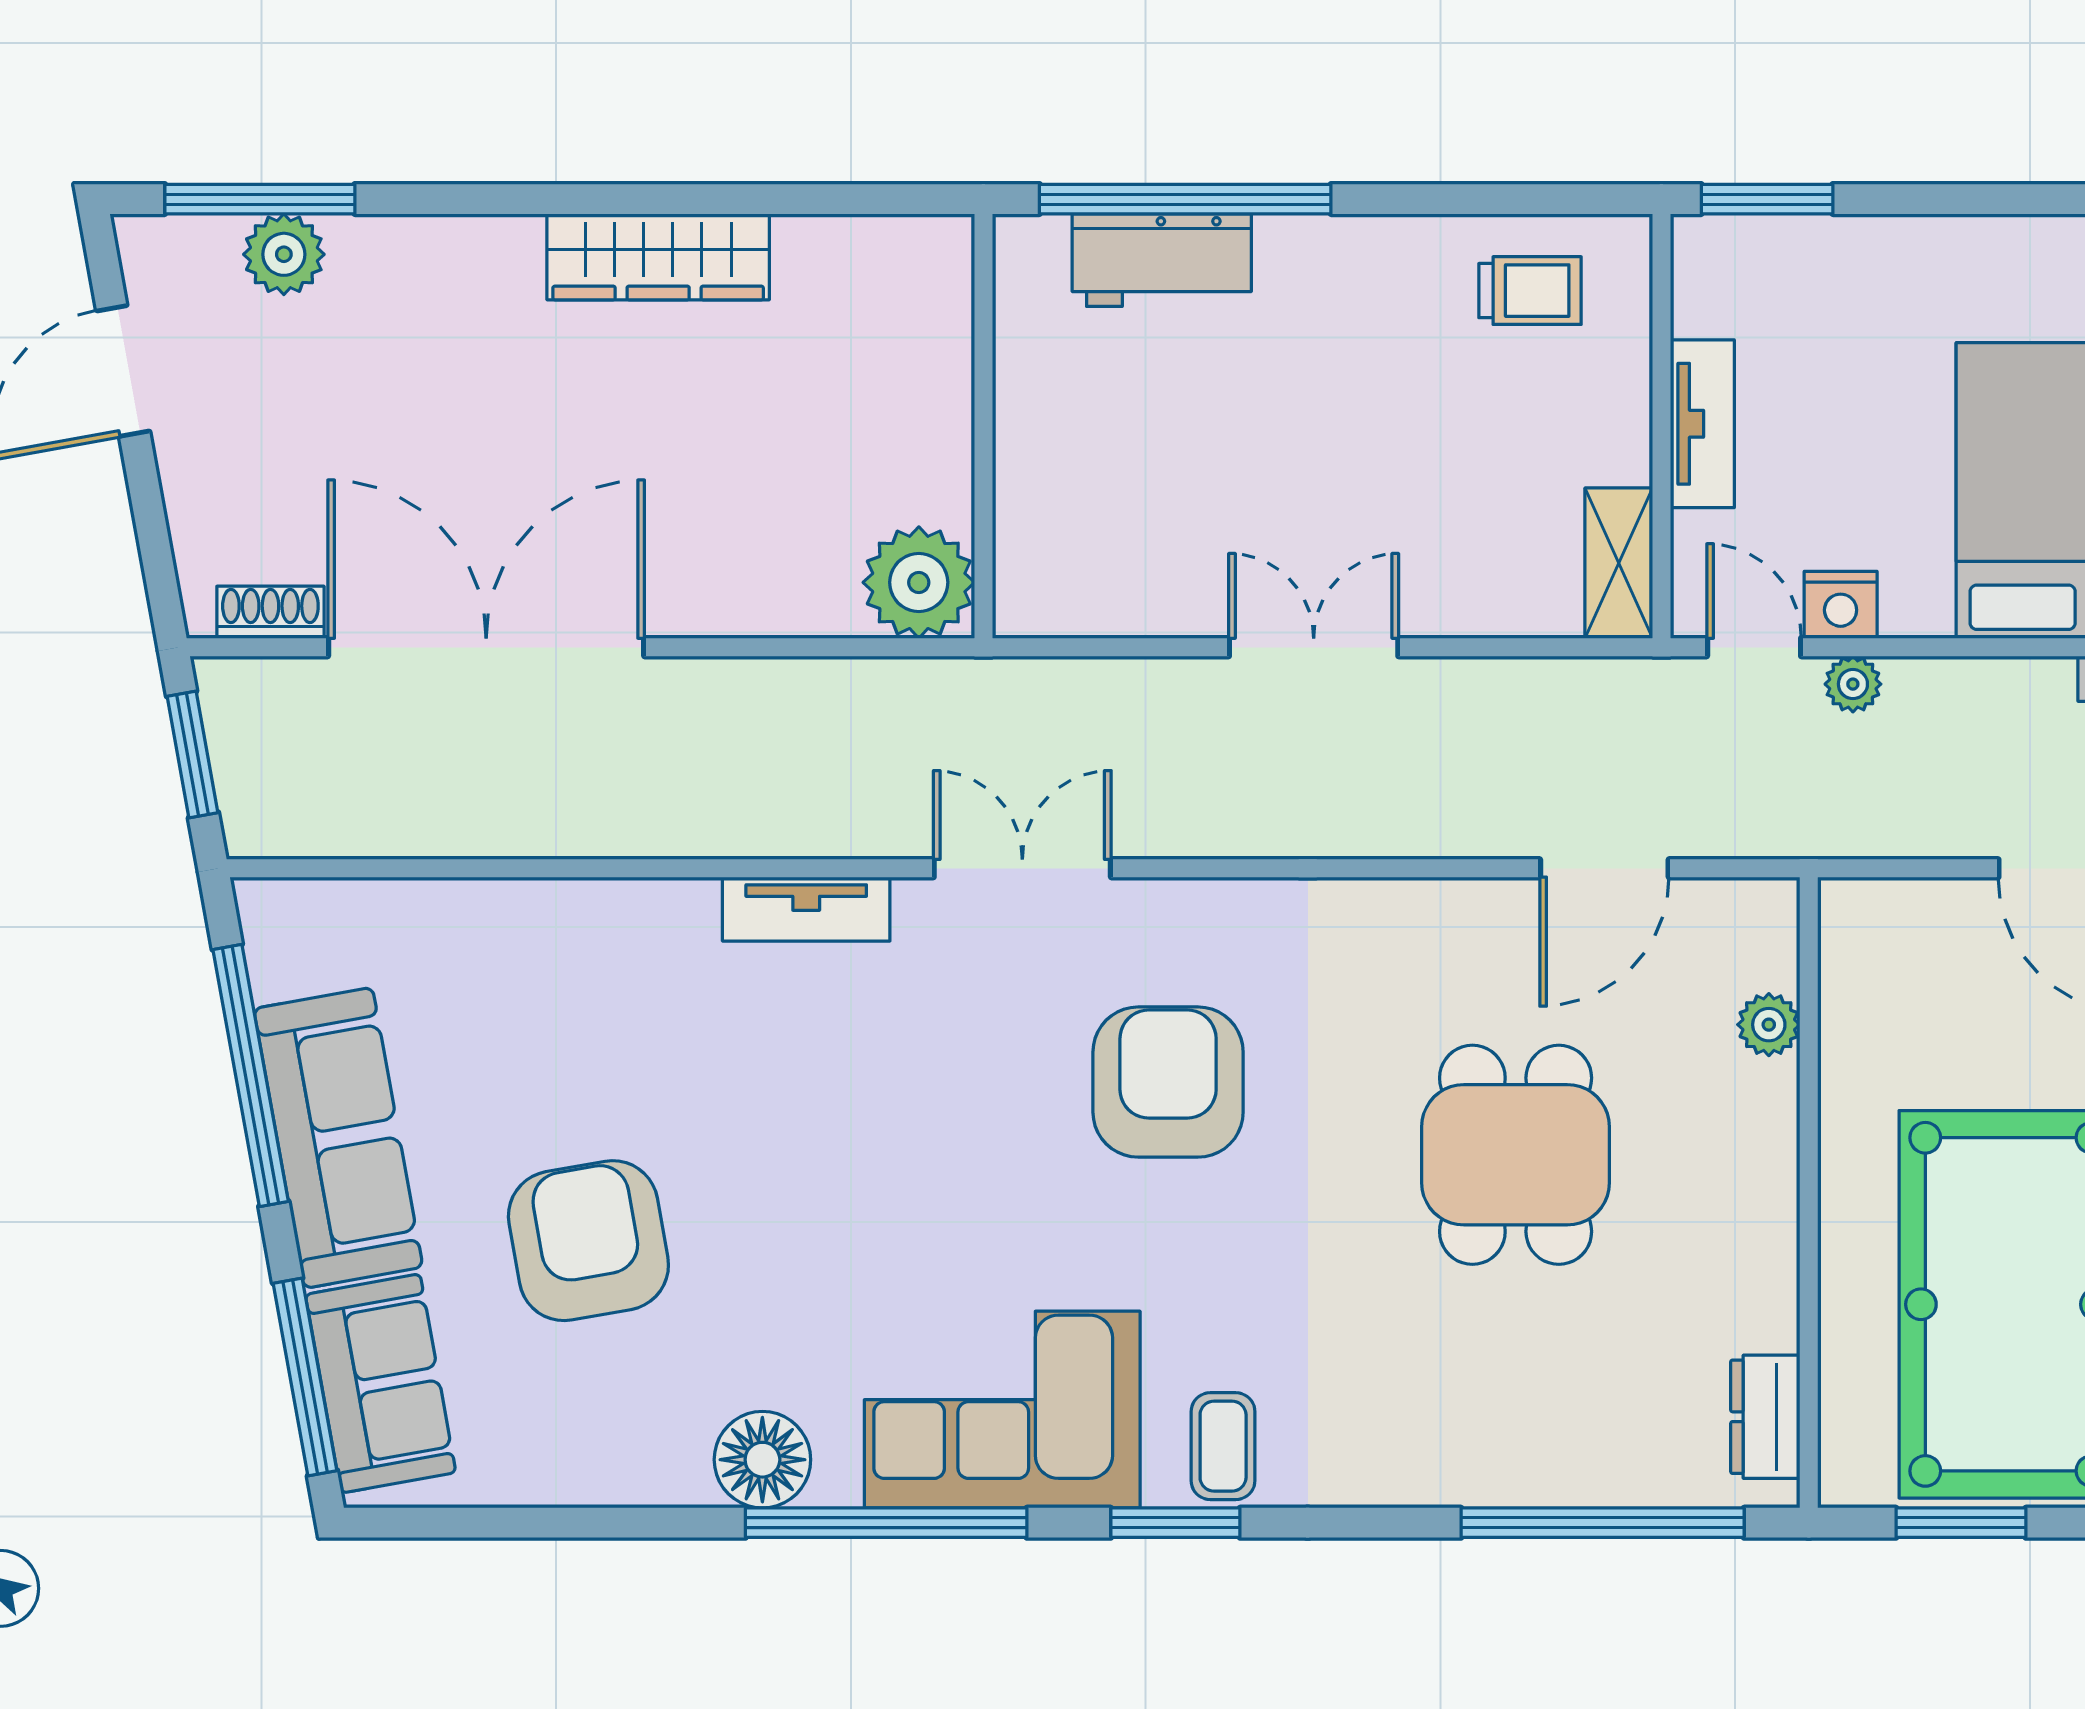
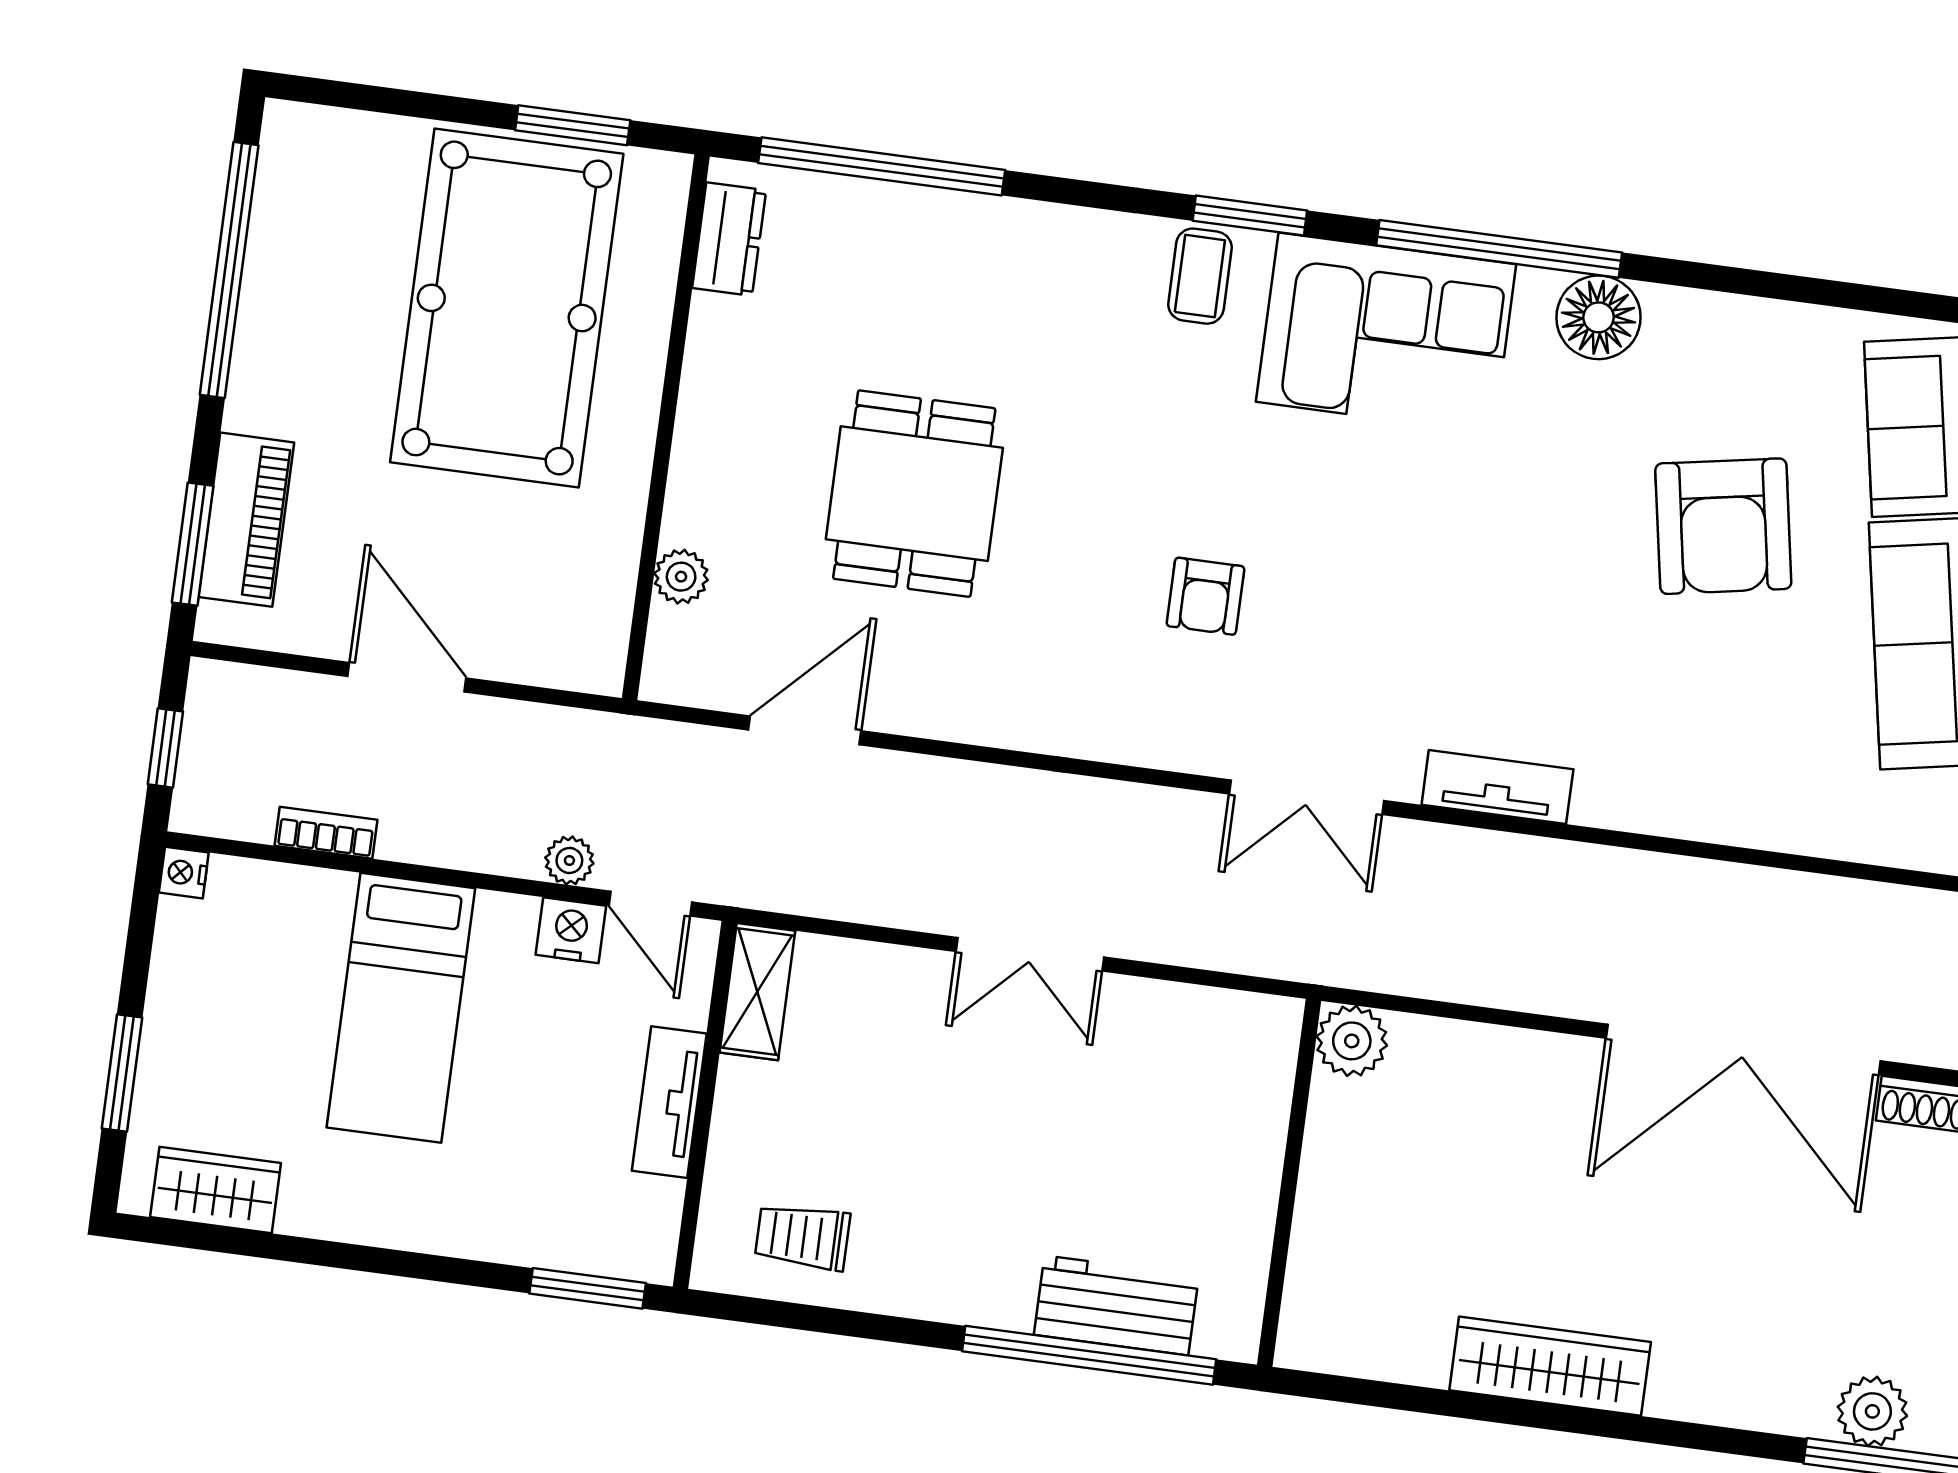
plant: (919, 582) -> (1352, 1041), width x0.73, depth x0.73
armchair: (1168, 1082) -> (1205, 596), width x0.53, depth x0.53

